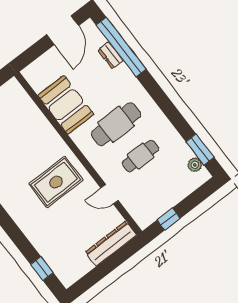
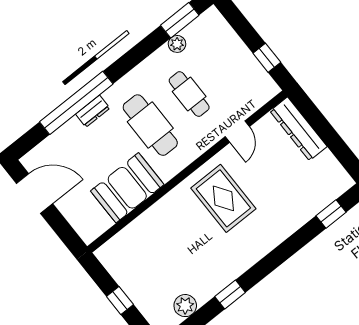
window: (121, 47) -> (76, 103), moved
dresser: (111, 55) -> (93, 111), moved
plant: (195, 165) -> (177, 44), moved

